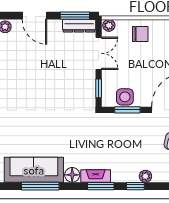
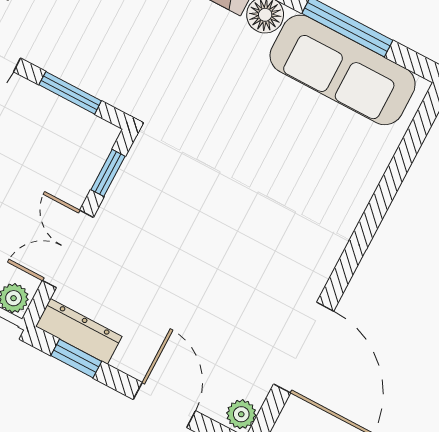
window: (75, 16) -> (76, 359), width x0.67
side table: (125, 97) -> (61, 124), removed

